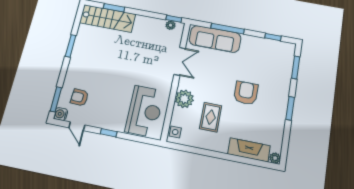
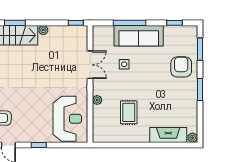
plant: (171, 25) -> (43, 30), moved
sofa: (215, 39) -> (139, 36), moved
armchair: (246, 93) -> (181, 67), moved
plant: (184, 99) -> (97, 100), width x0.53, depth x0.53
side table: (175, 132) -> (124, 64), moved

